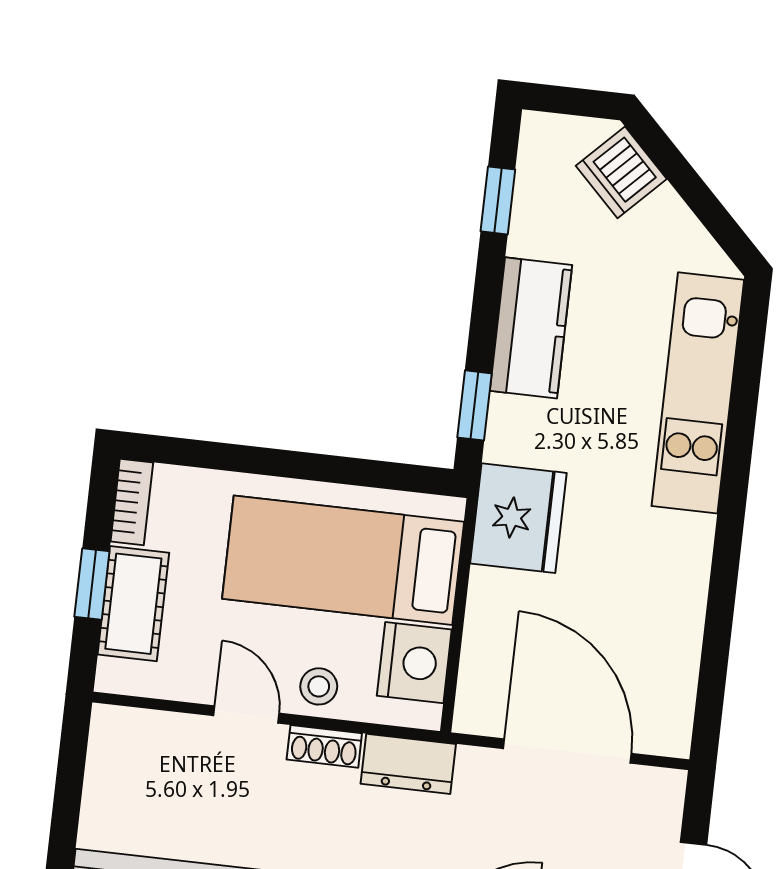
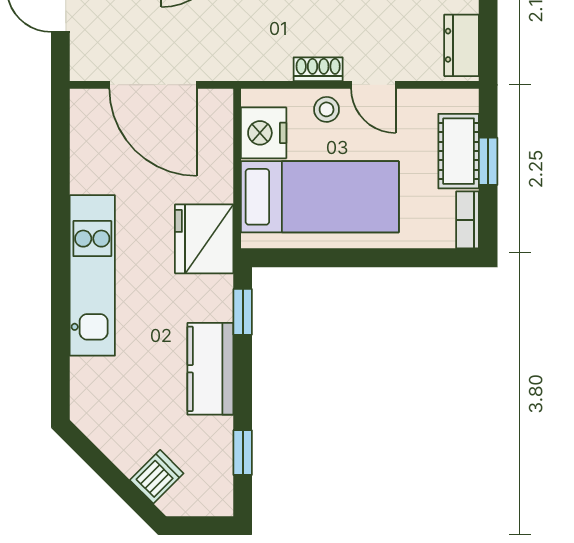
dishwasher: (621, 172) -> (157, 477), width x0.73
kitchen unit: (698, 393) -> (92, 275), moved
dresser: (408, 764) -> (462, 45), moved, turned -90

